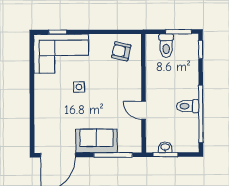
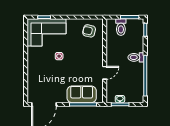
toilet: (188, 106) -> (136, 57), moved
door: (144, 110) -> (105, 73), swing flipped
sofa: (96, 141) -> (82, 94), moved

